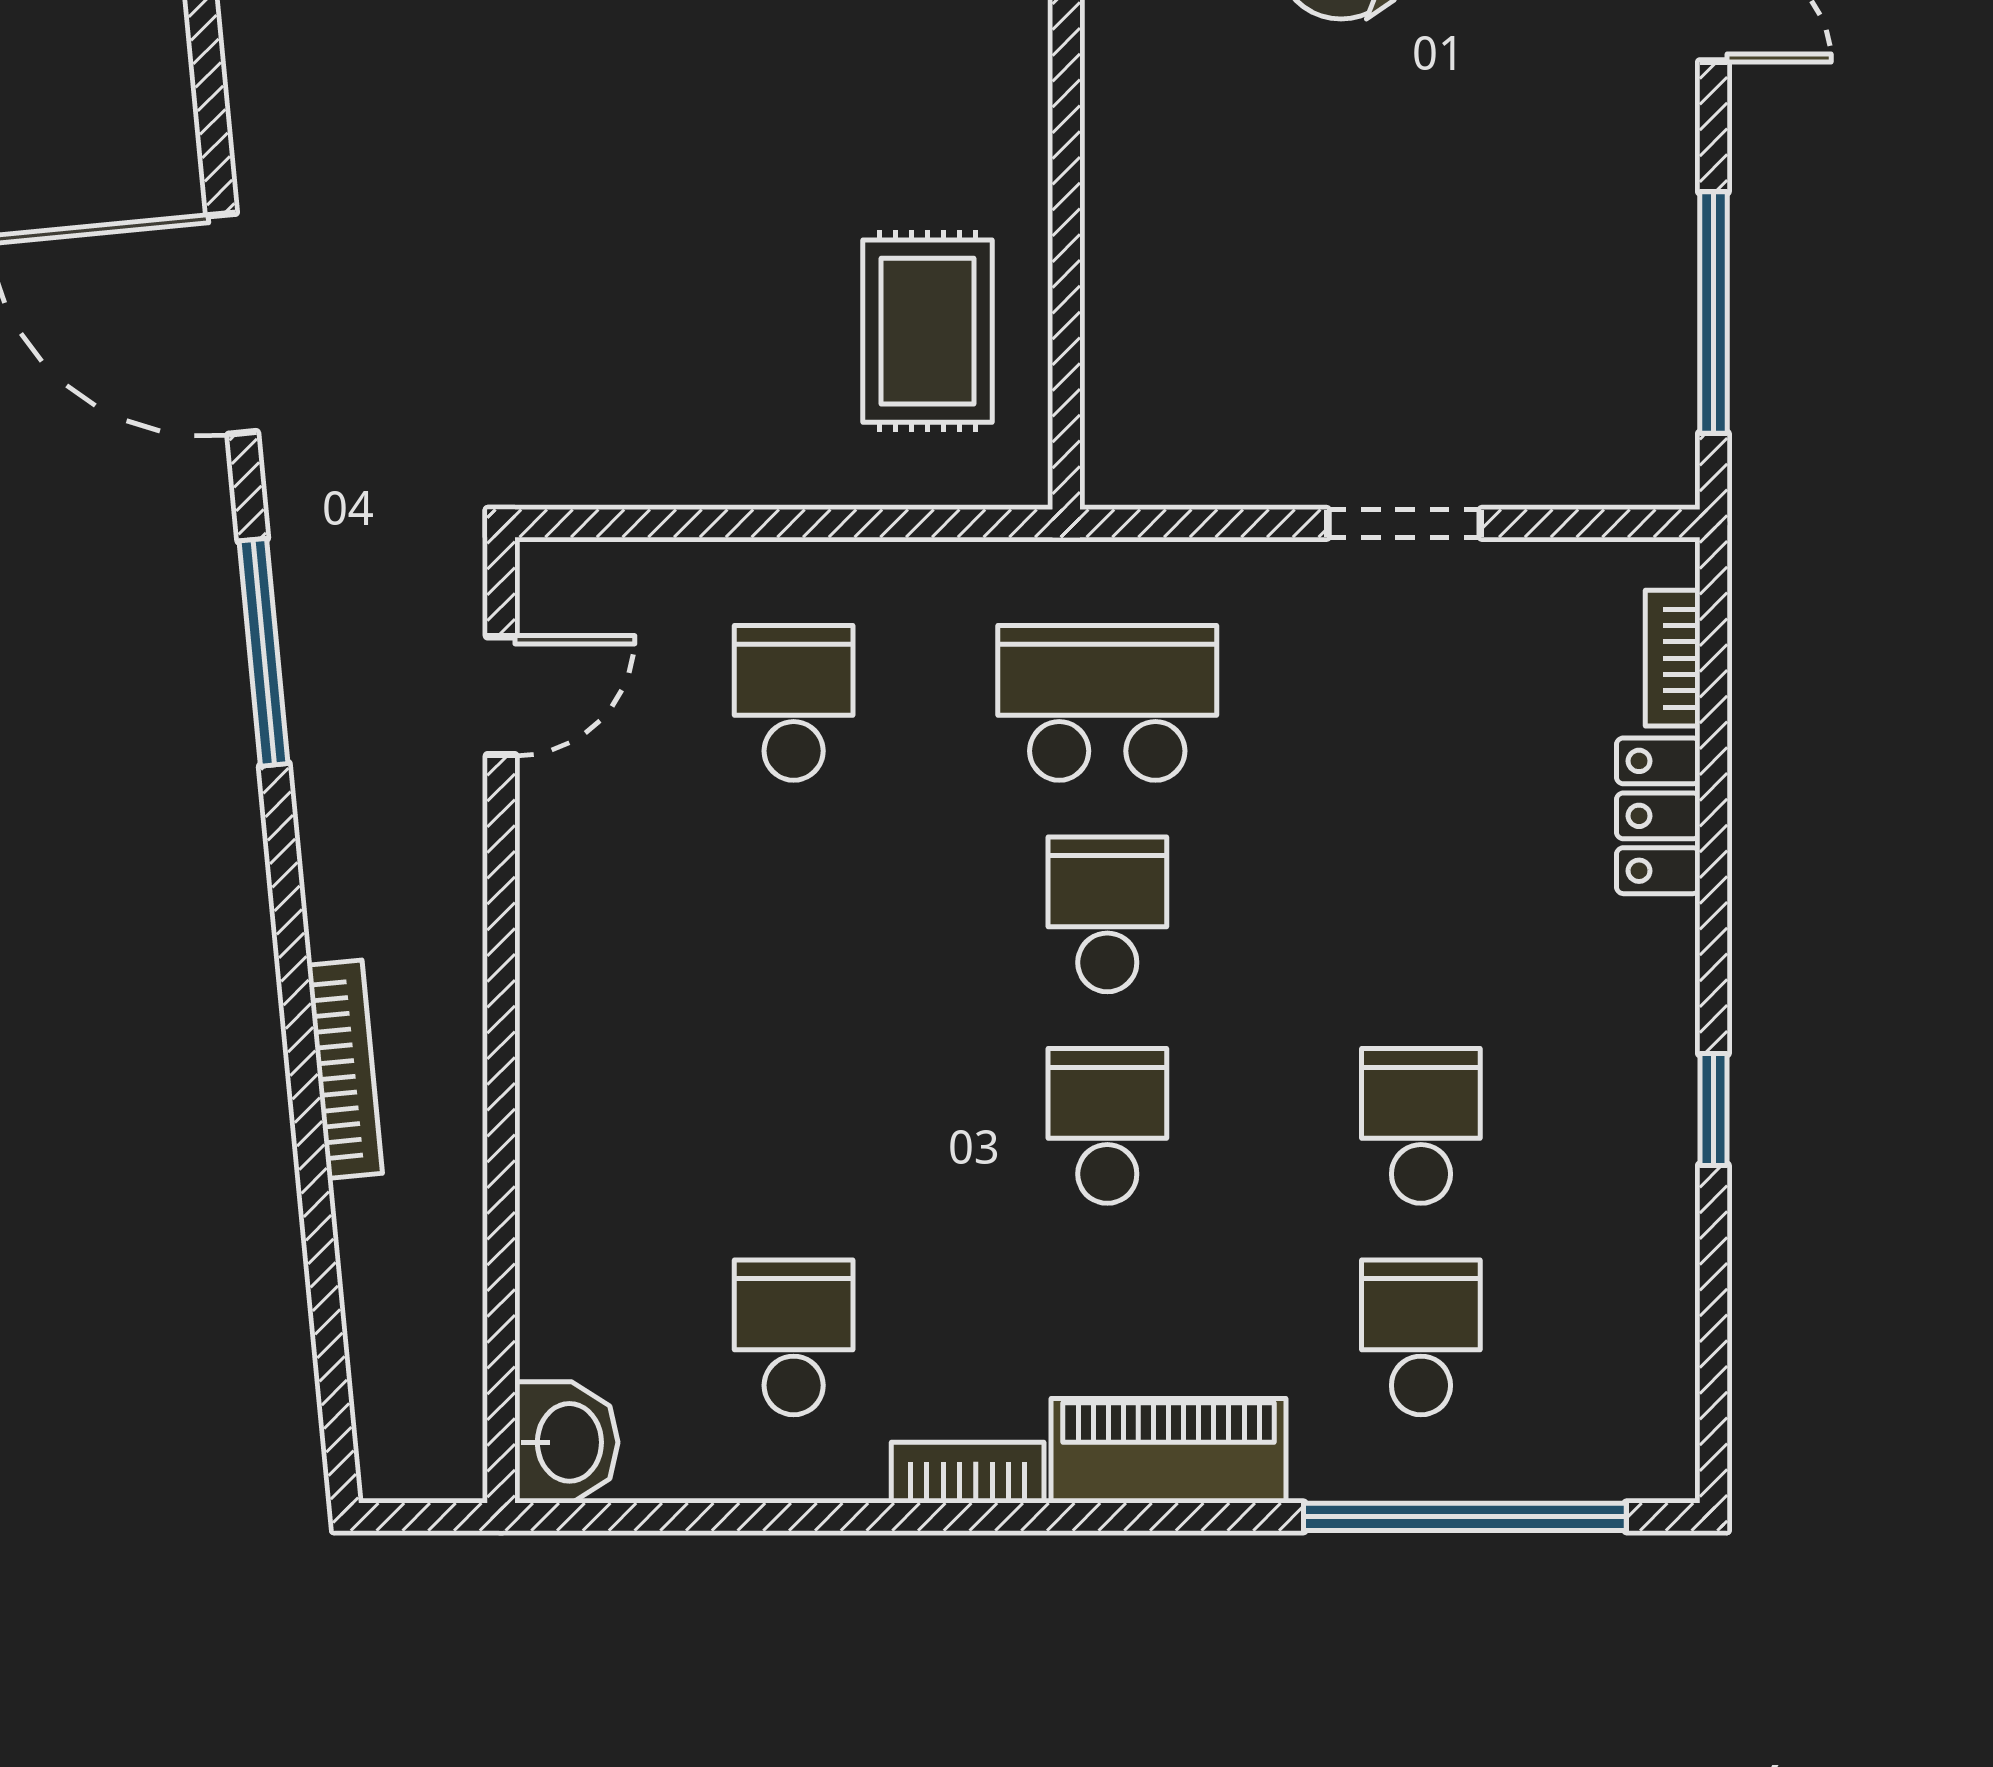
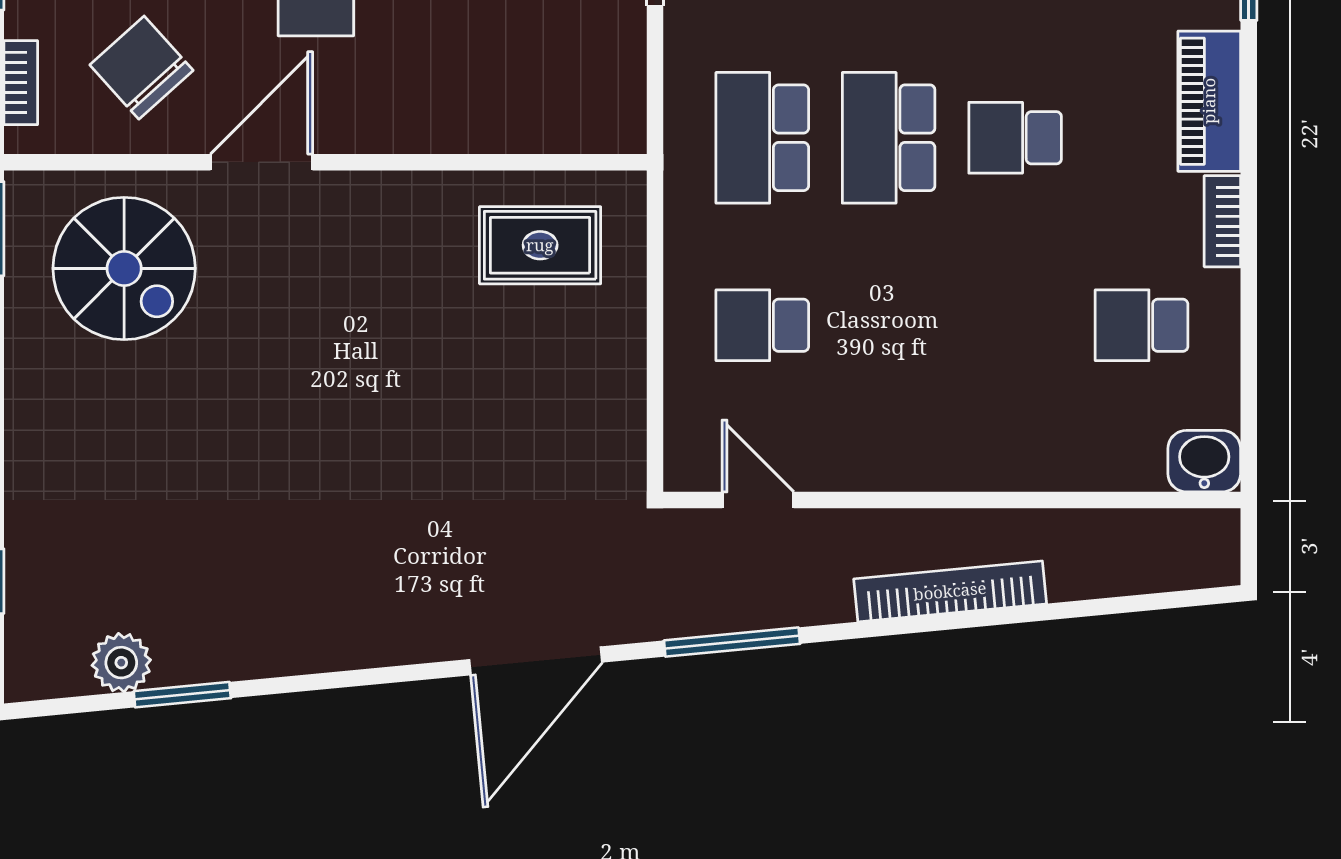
school desk: (1107, 914) -> (889, 138), width x1.85
bookcase: (345, 1069) -> (950, 591), width x1.48, depth x1.31

